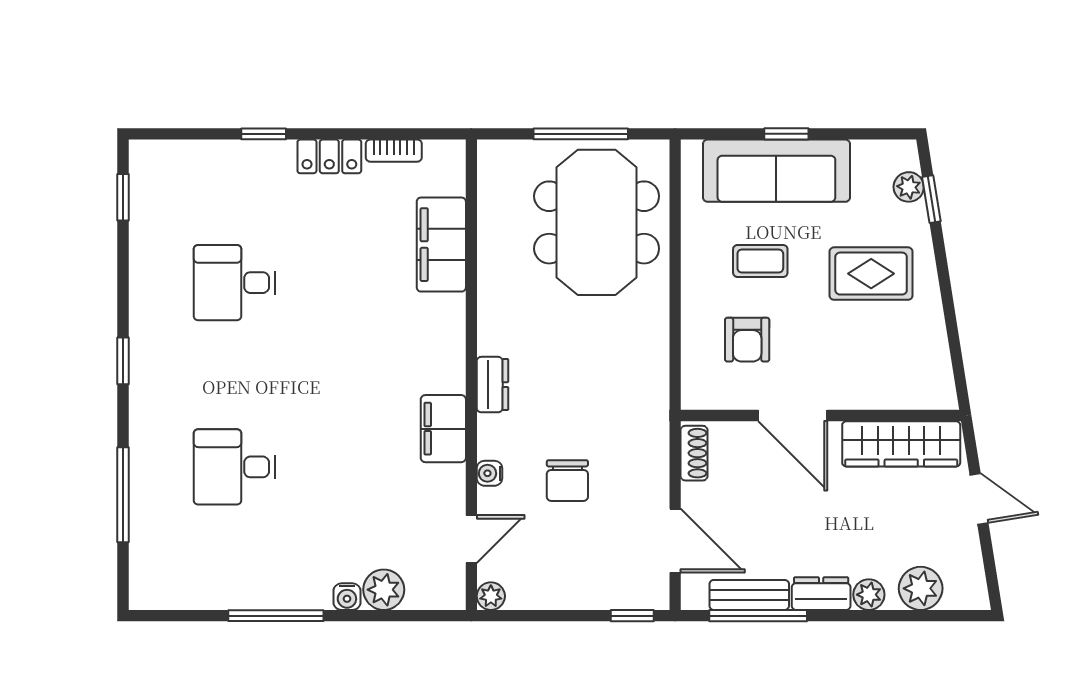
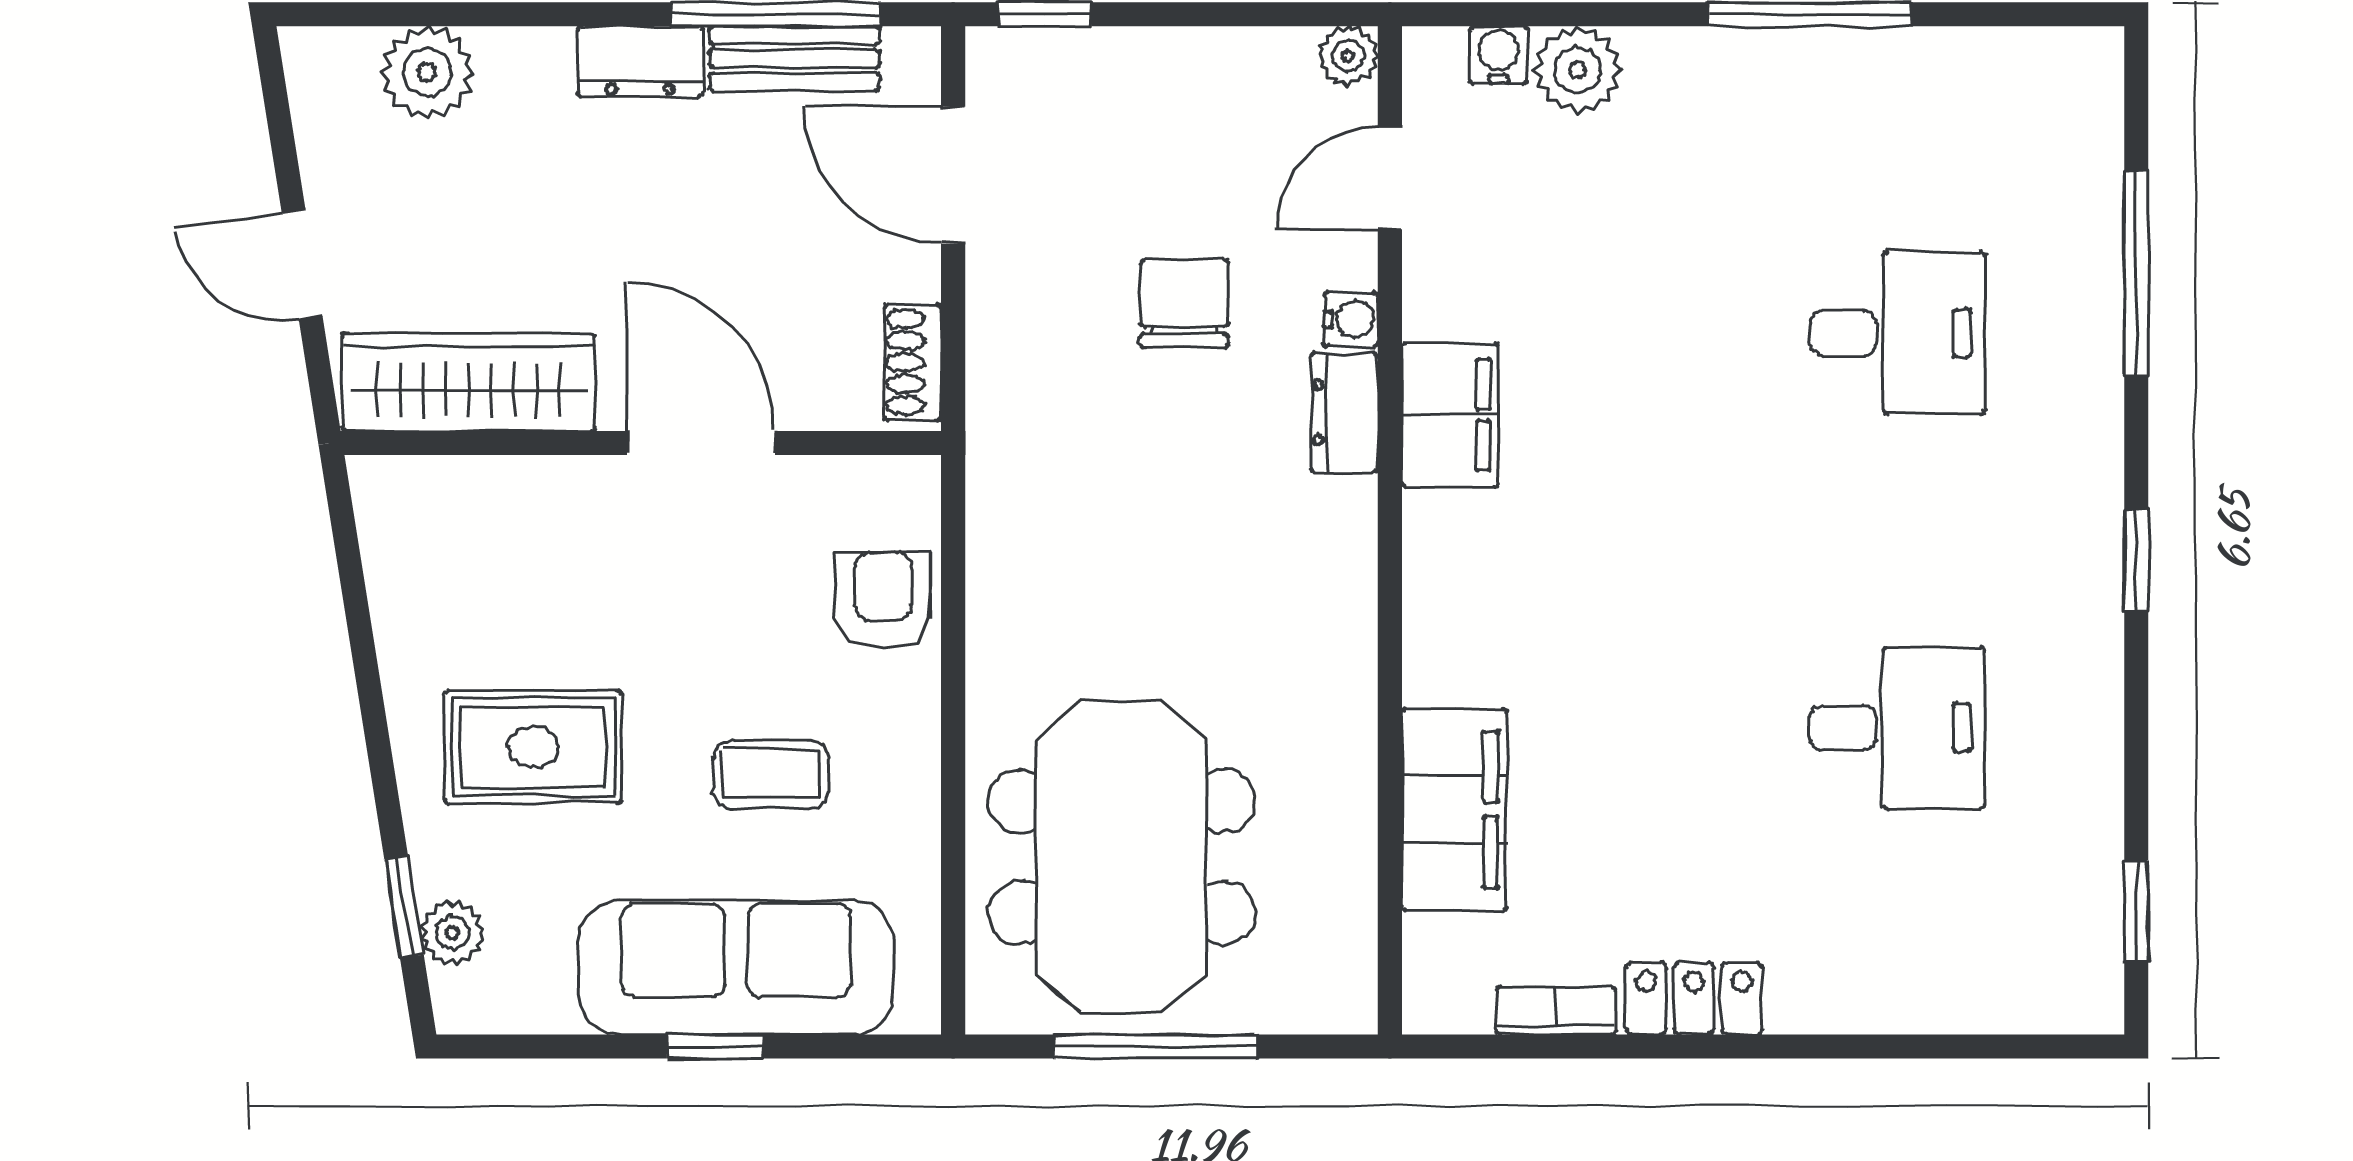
window: (264, 134) -> (1835, 1047), removed
armchair: (747, 340) -> (883, 599), moved
dresser: (493, 385) -> (1344, 412), moved
plant: (869, 595) -> (538, 59), removed
water cooler: (347, 597) -> (1499, 55), moved

